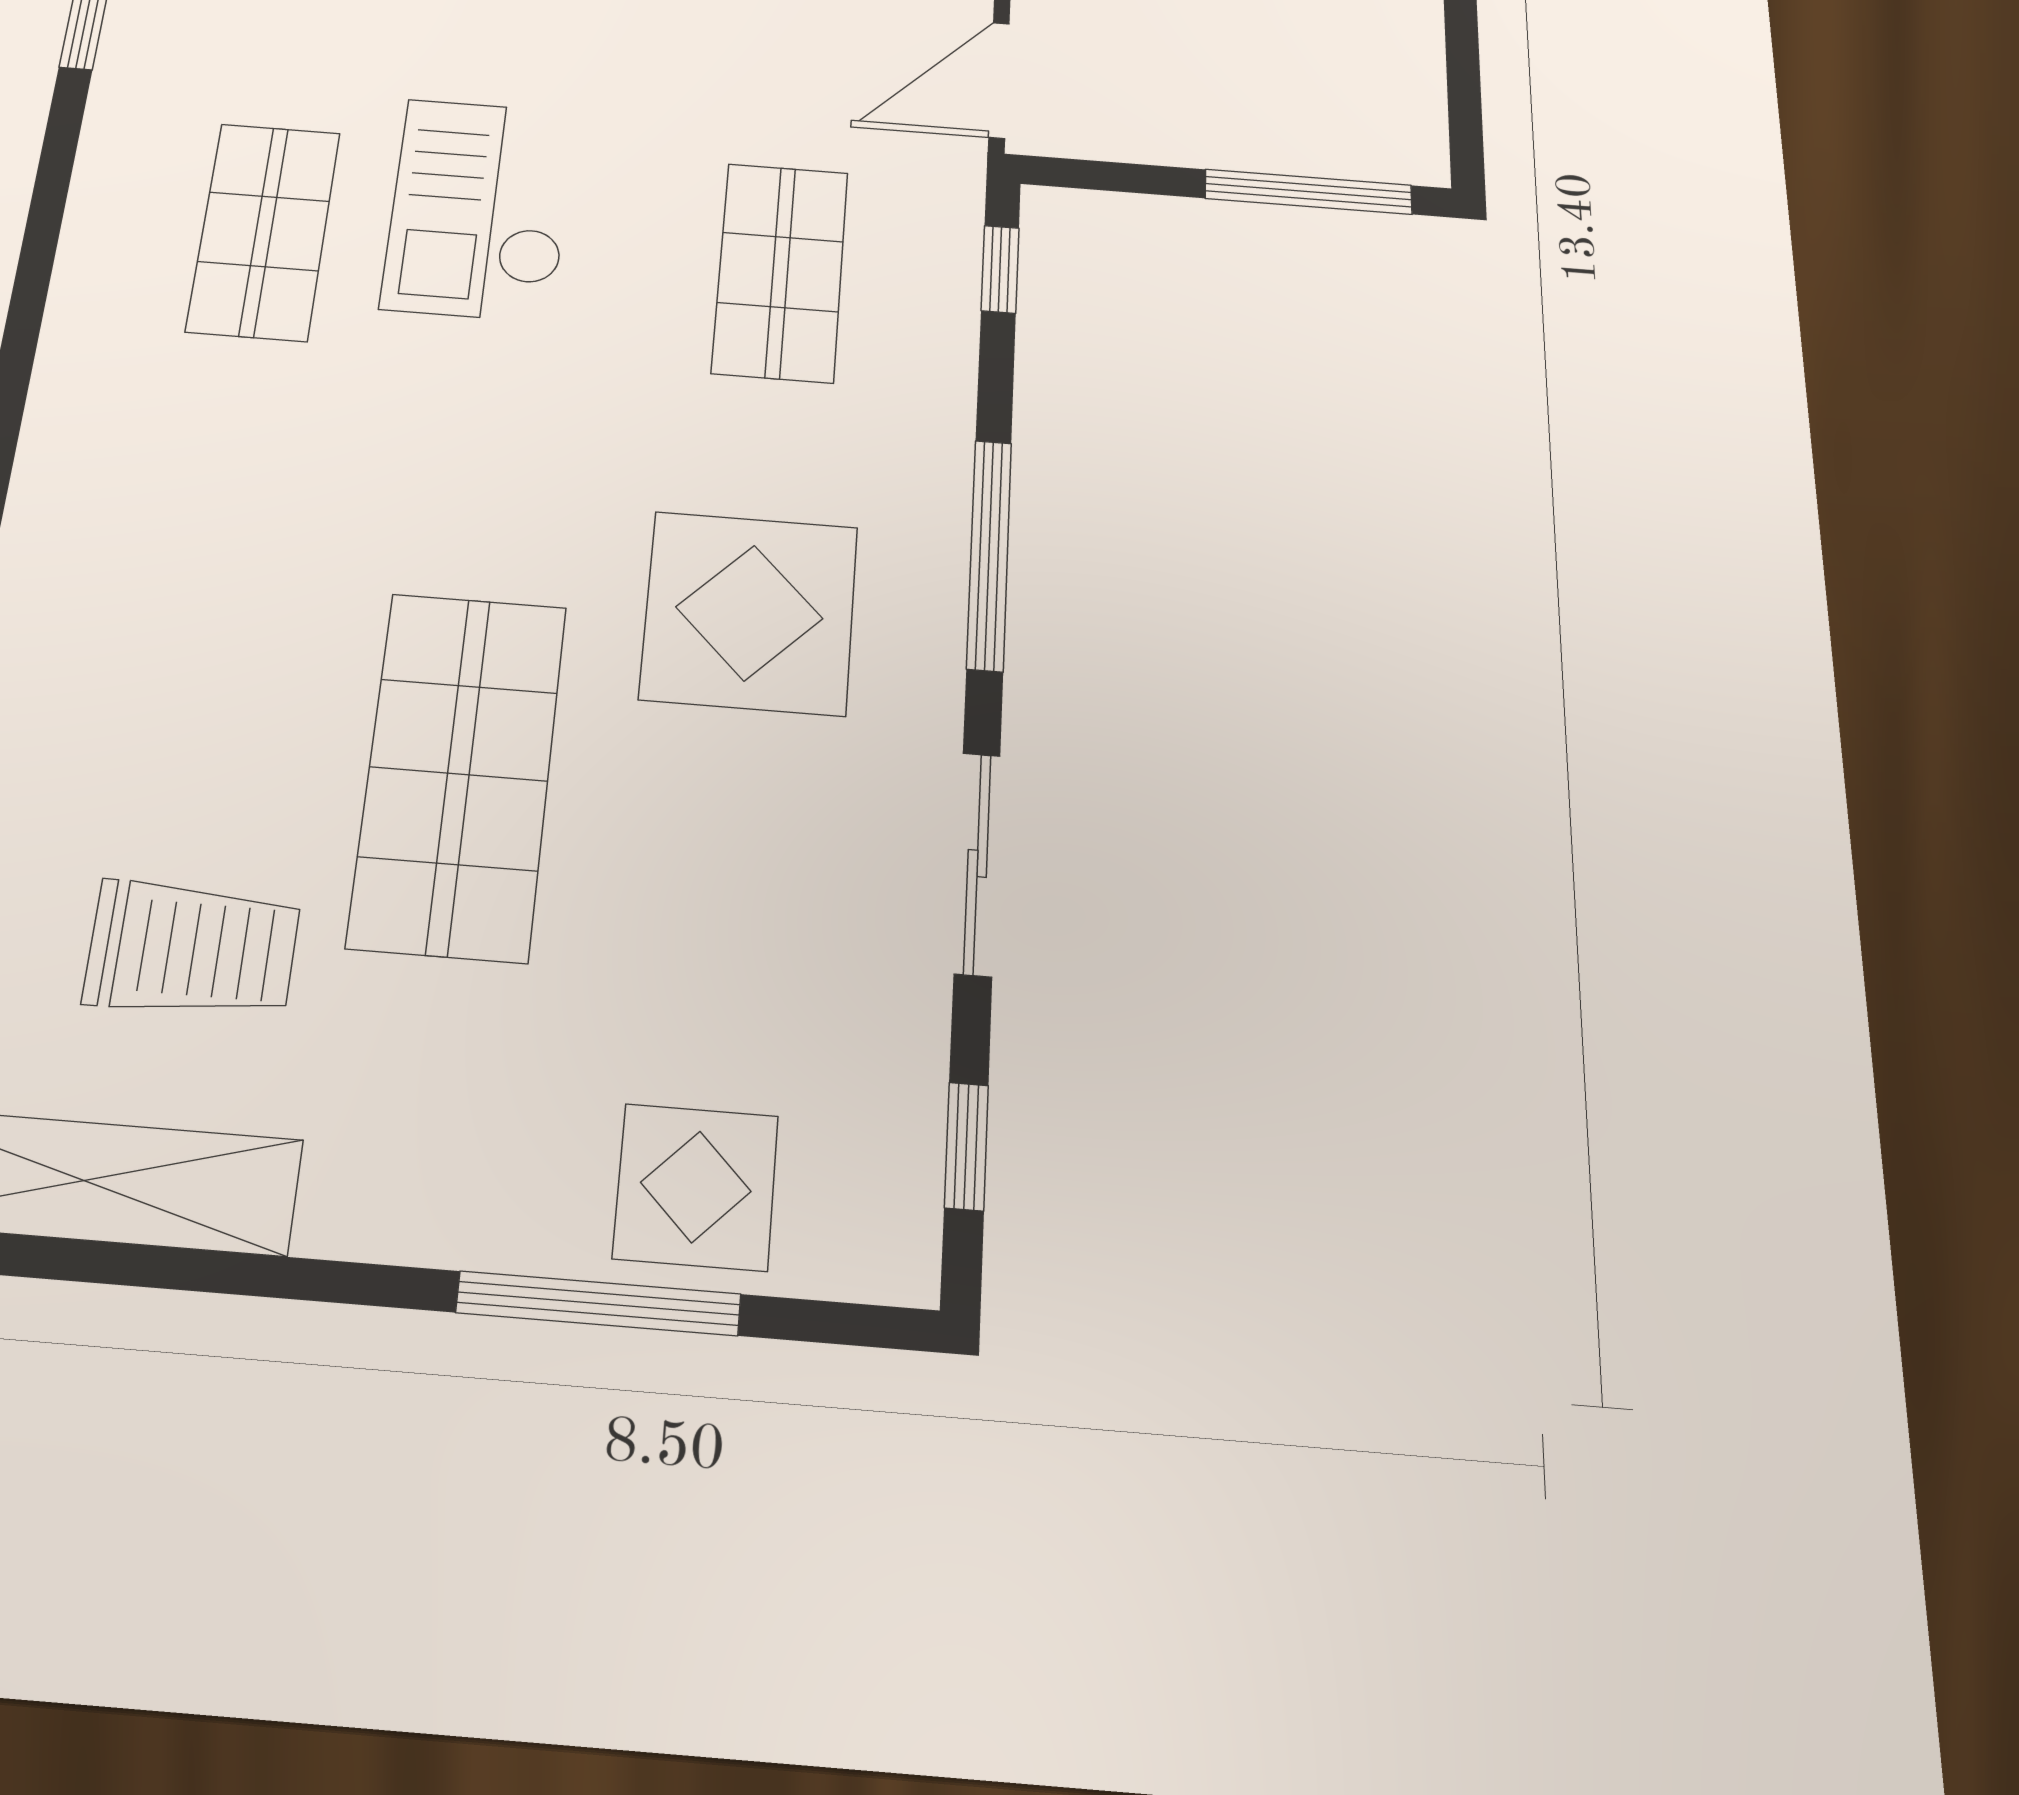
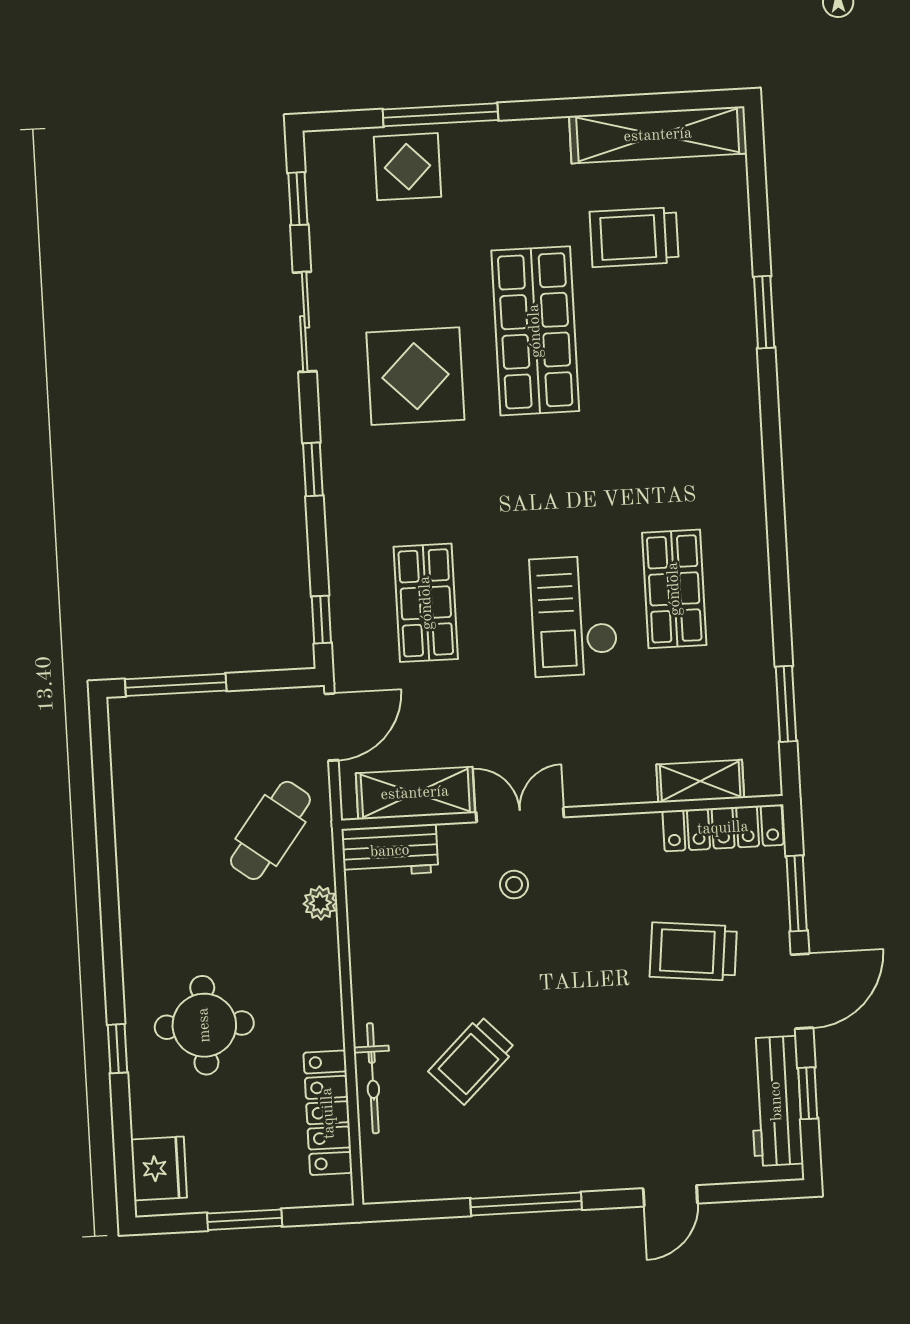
checkout: (480, 209) -> (574, 616), turned 180
window: (989, 554) -> (313, 469), width x0.46
display table: (749, 613) -> (415, 376), moved

